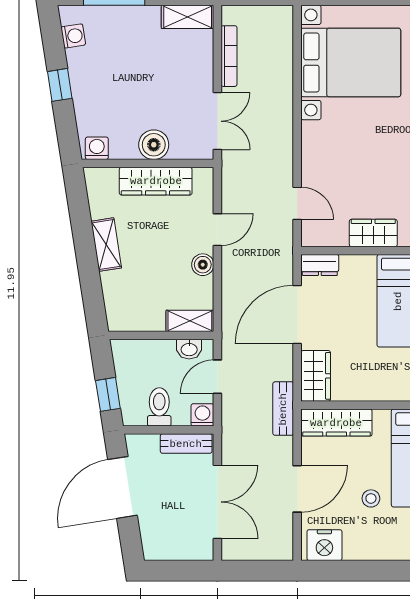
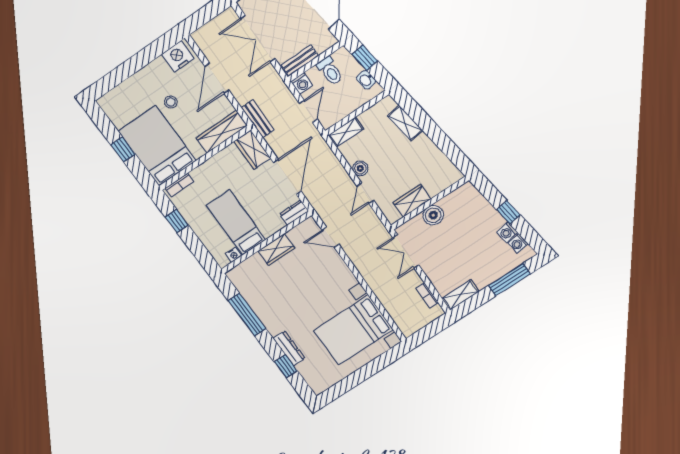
bookcase: (229, 56) -> (427, 295), width x0.64
washing machine: (97, 148) -> (507, 232), moved, turned 81
wardrobe: (156, 181) -> (412, 201), width x0.67
shelving: (106, 245) -> (405, 123), moved
washbasin: (189, 349) -> (366, 80), moved, turned -99

